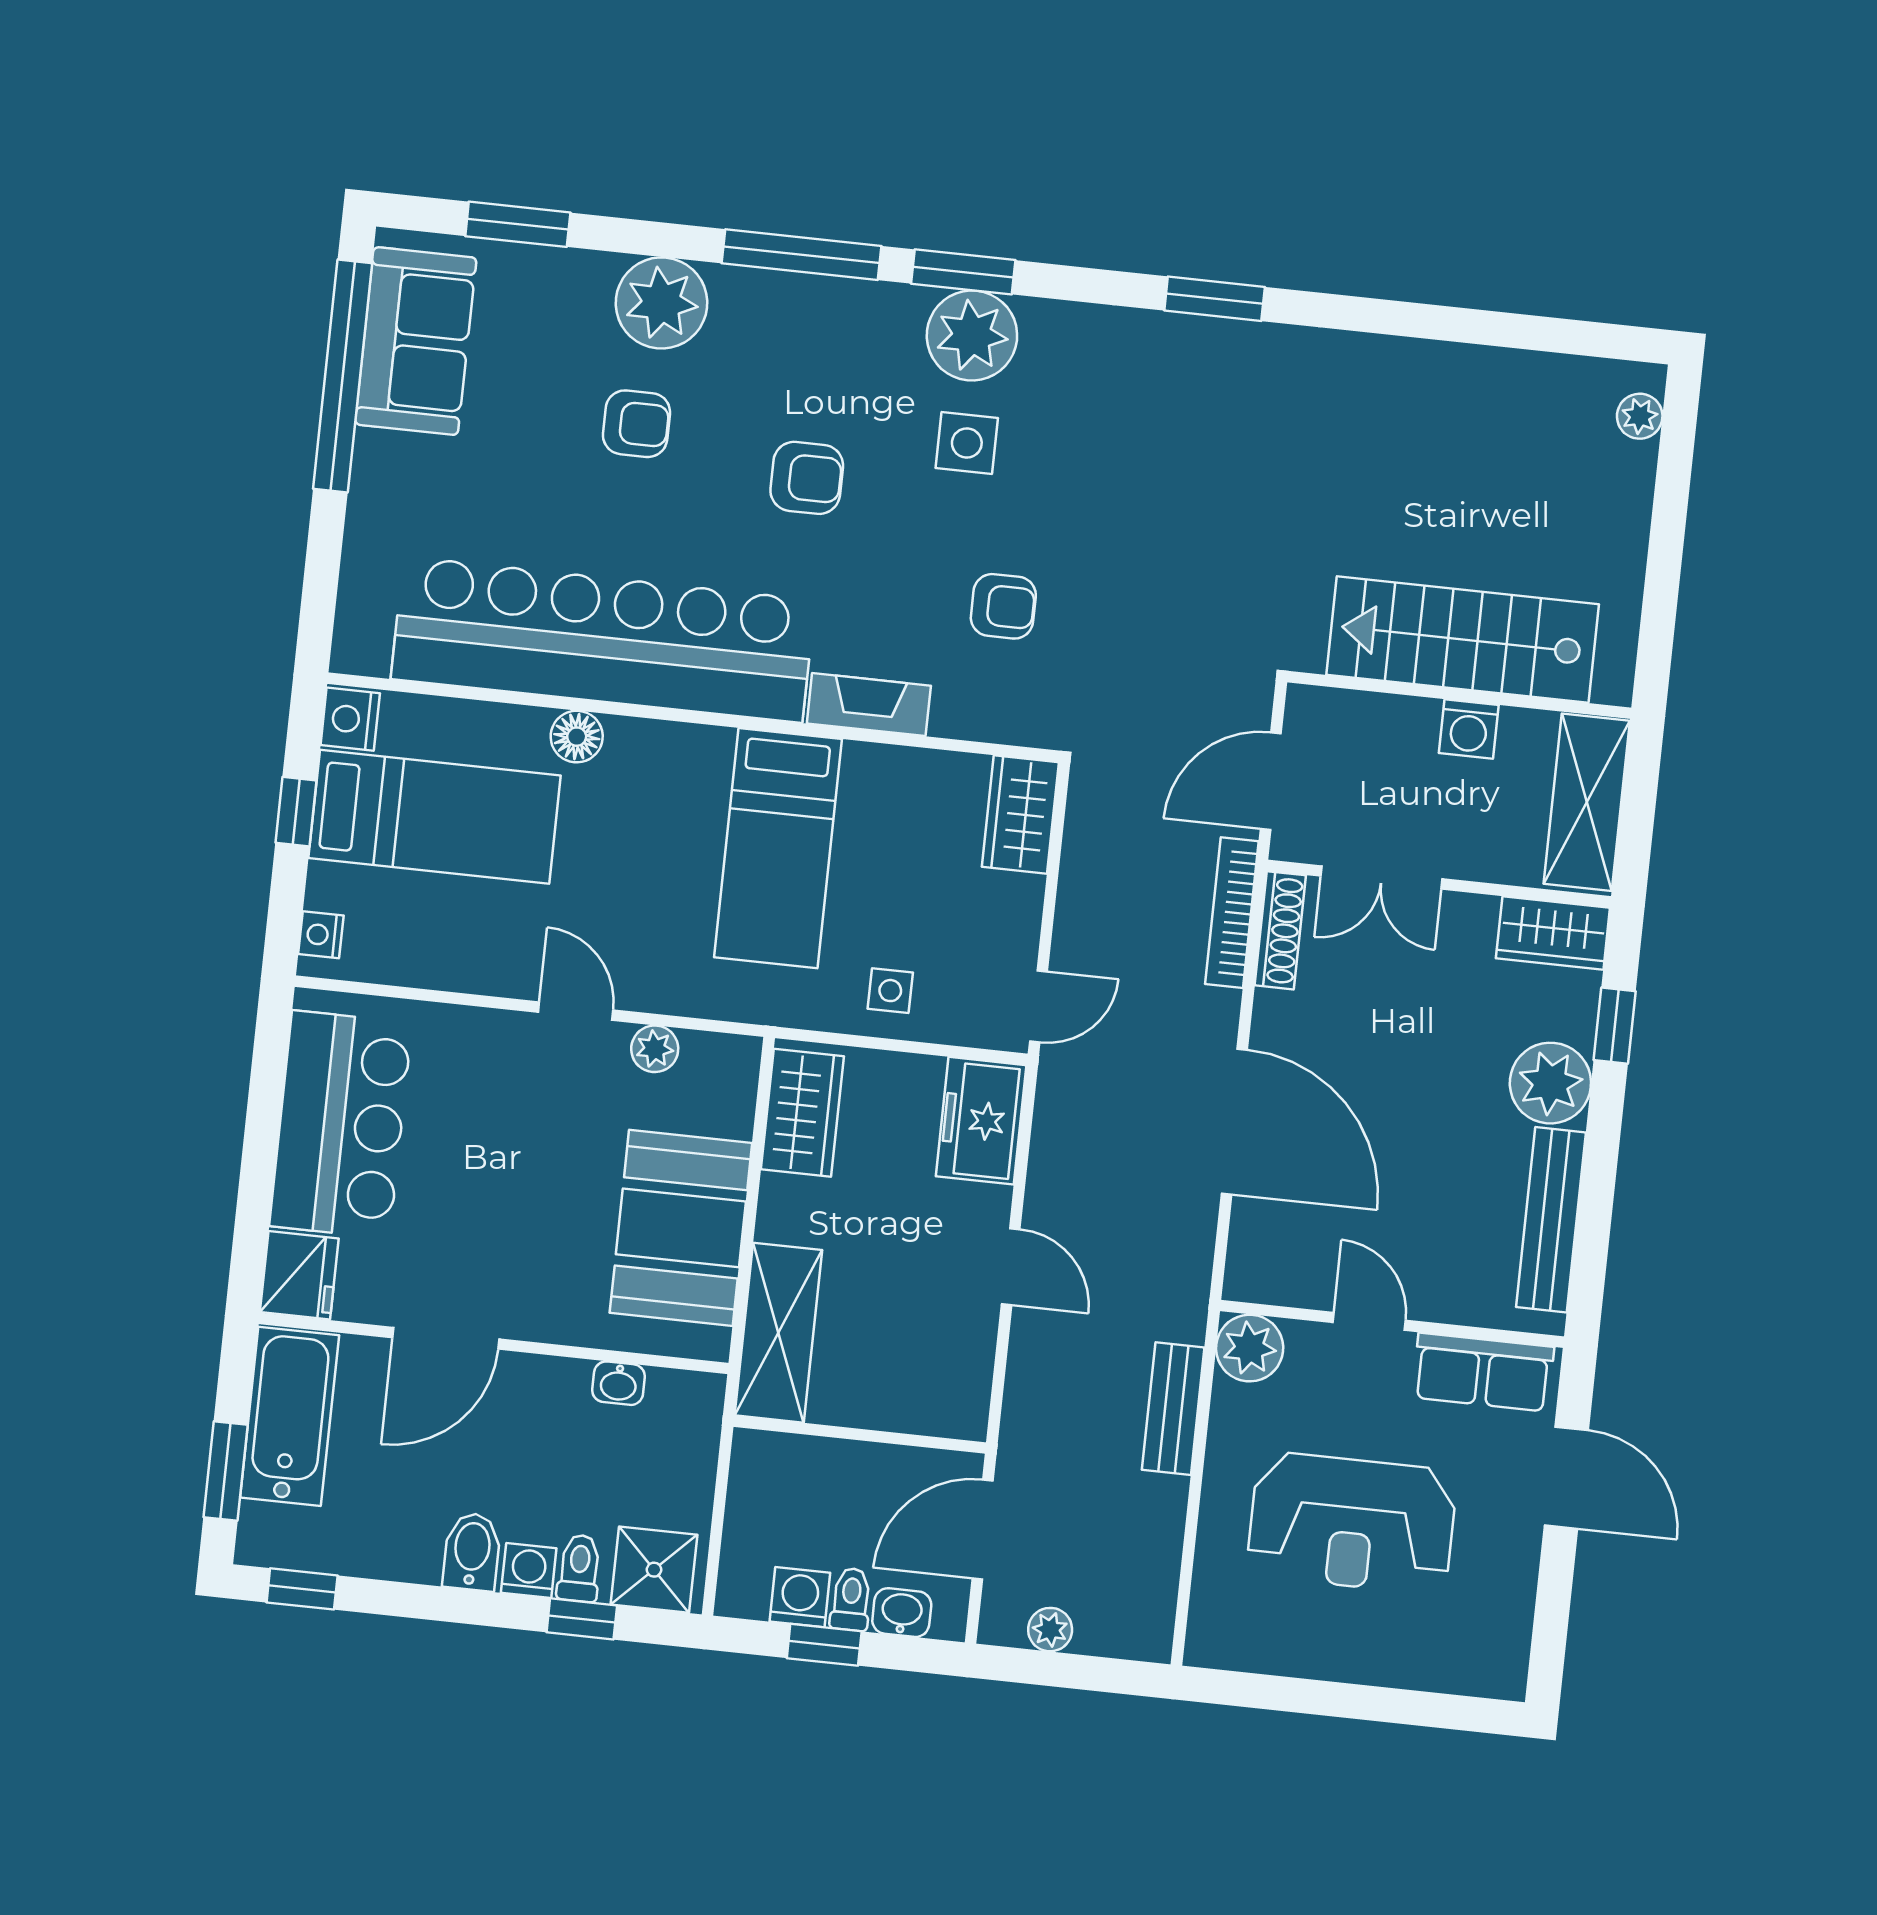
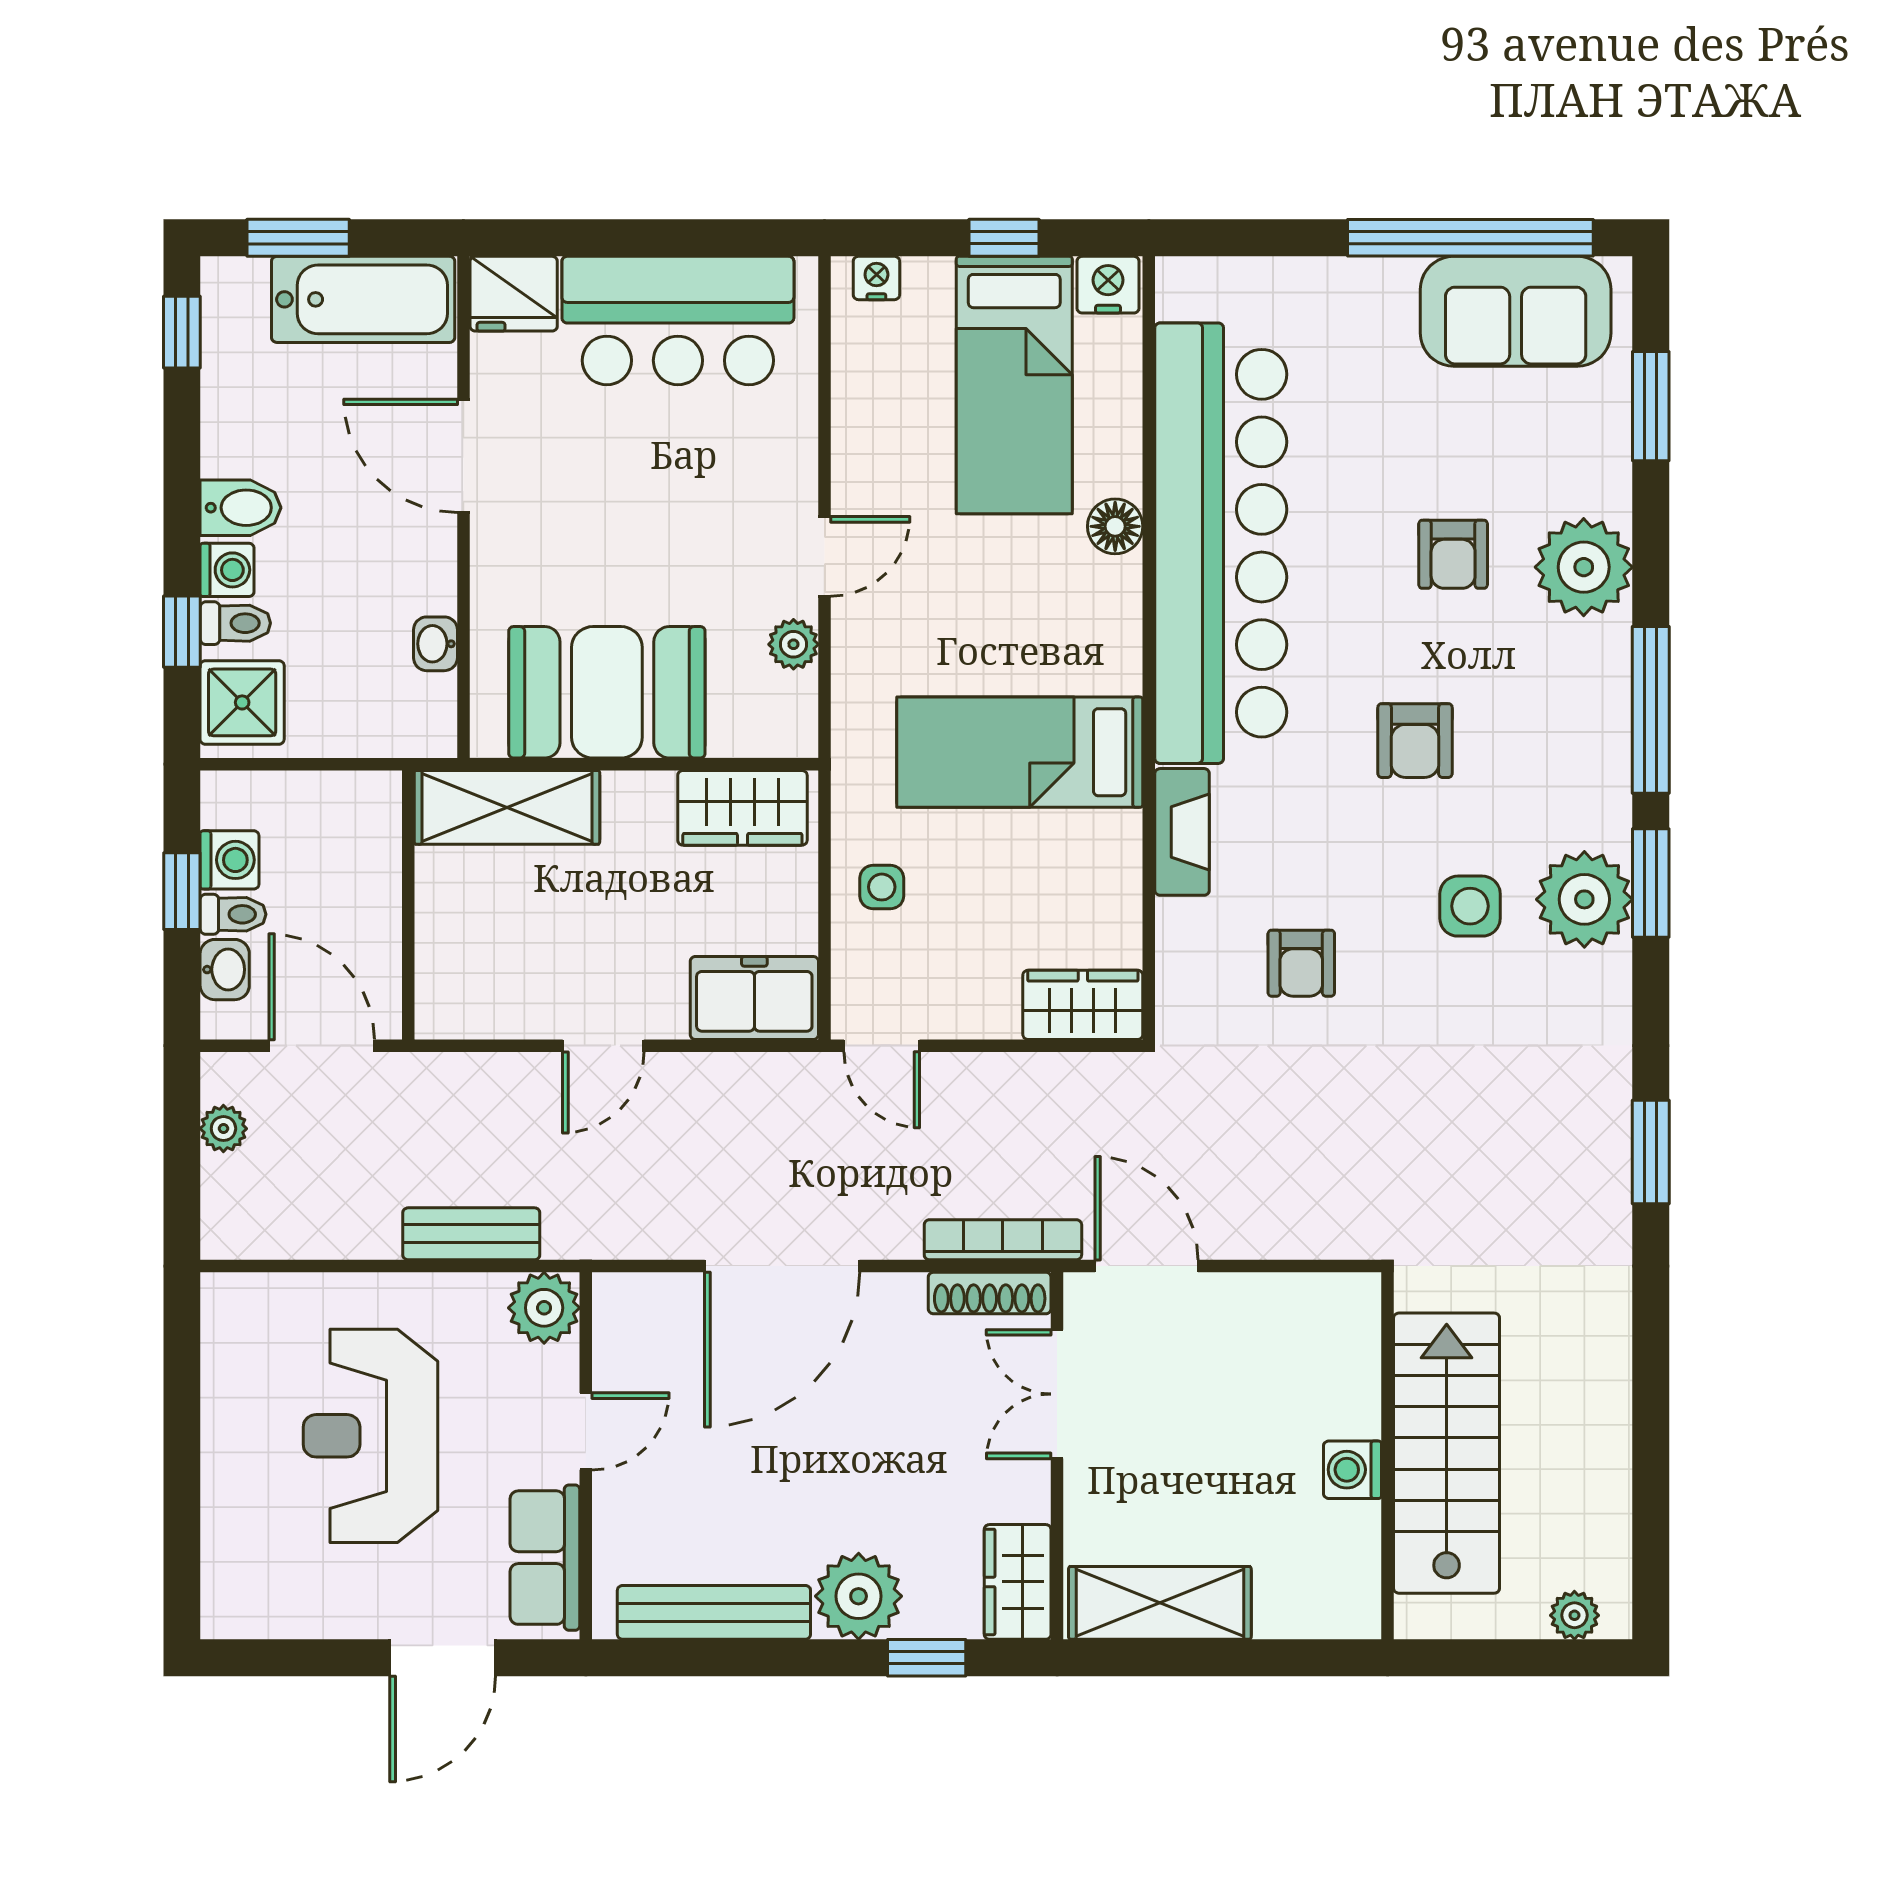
stairs: (1463, 640) -> (1447, 1453), moved
wall: (1459, 695) -> (1388, 1456), moved
washing machine: (1469, 729) -> (1353, 1470), moved

